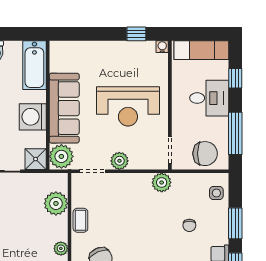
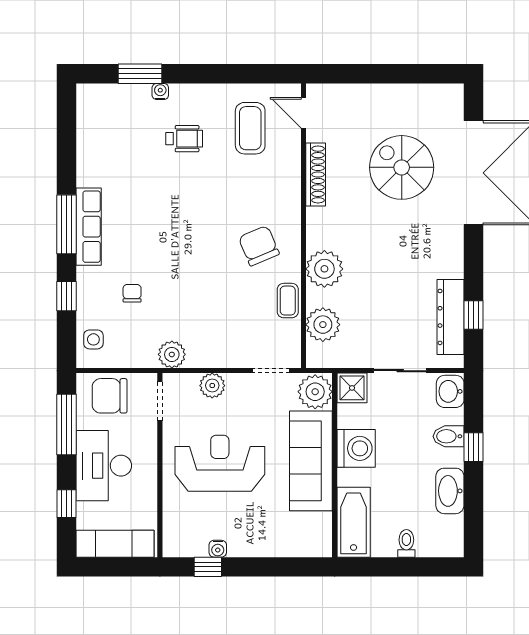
water cooler: (162, 47) -> (218, 549), moved
desk: (209, 98) -> (104, 466), width x1.37
plant: (119, 161) -> (212, 386), moved
window: (235, 223) -> (67, 296), width x0.67
plant: (61, 248) -> (324, 269), width x1.87, depth x1.87

